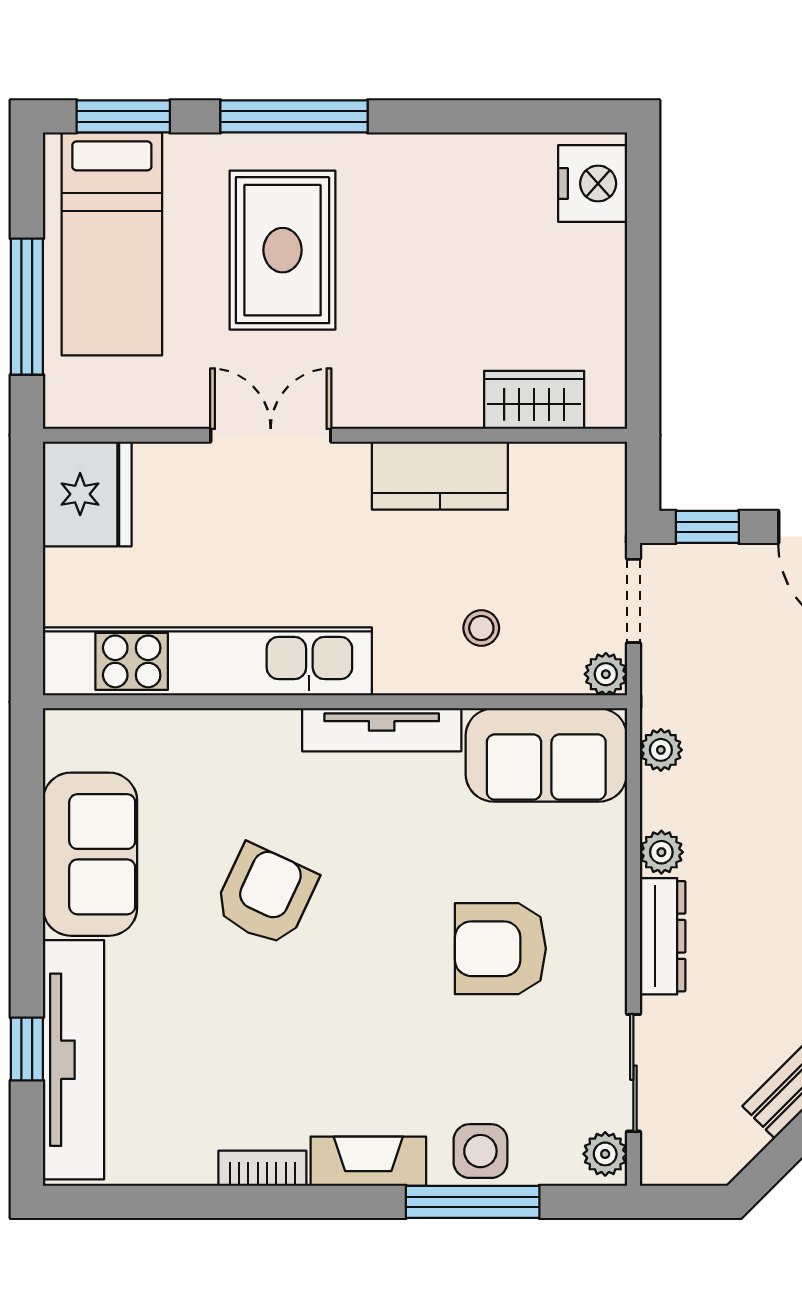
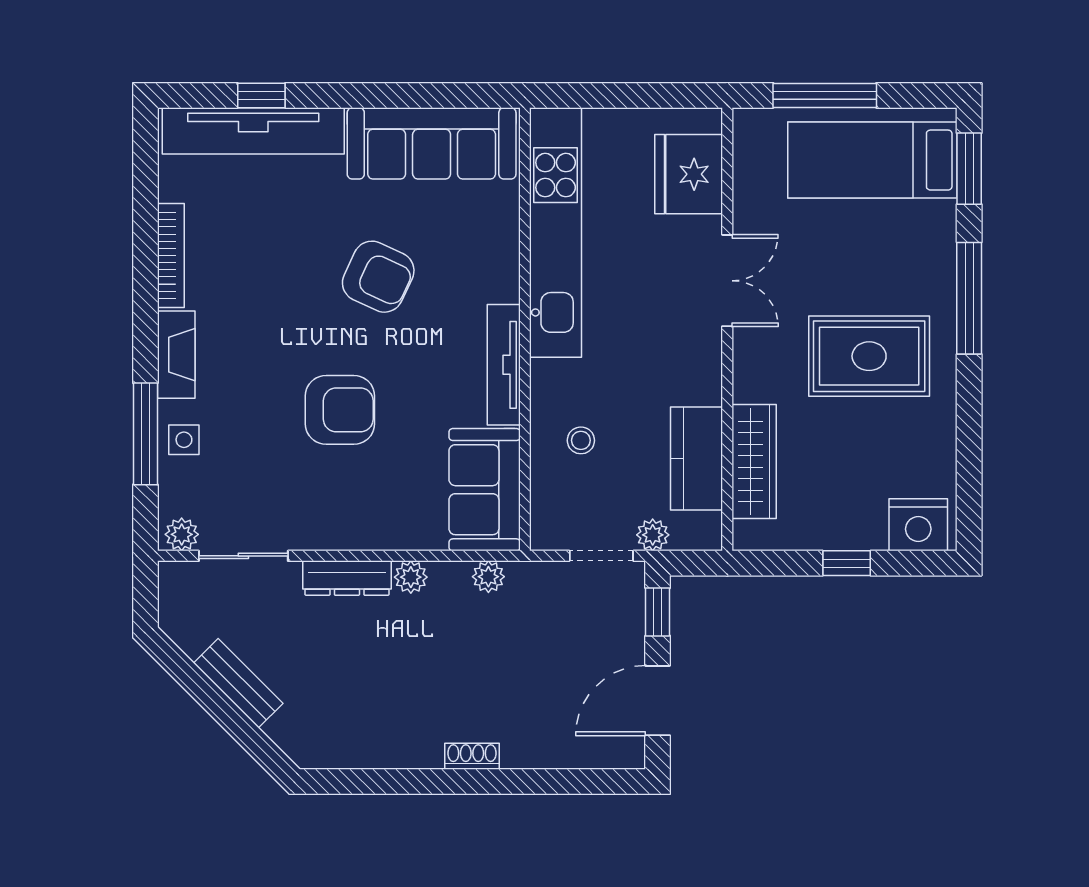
rug: (283, 250) -> (869, 356), moved
window: (643, 278) -> (847, 563), added
wardrobe: (534, 400) -> (754, 461), width x1.50
kitchen counter: (440, 476) -> (697, 459), moved
fridge: (87, 494) -> (689, 174), moved, turned 90
plant: (606, 674) -> (653, 535), moved
sofa: (90, 854) -> (432, 143), width x1.36
armchair: (500, 949) -> (340, 410), moved, turned 90
side table: (480, 1151) -> (184, 440), width x0.73, depth x0.73
bookcase: (262, 1168) -> (171, 256), width x1.56

